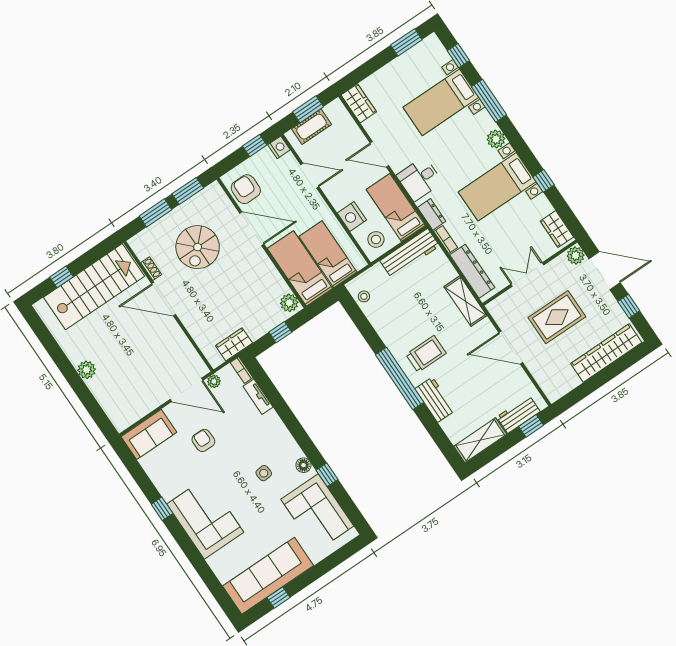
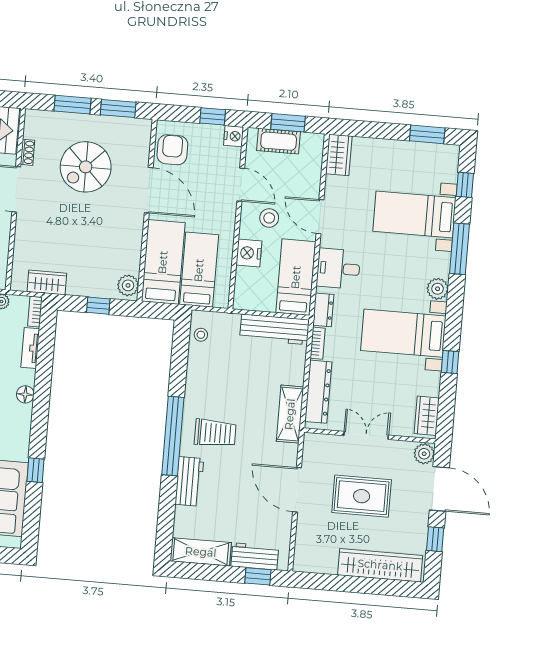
stool: (376, 239) -> (269, 218), moved
floor lamp: (303, 465) -> (25, 394), moved

